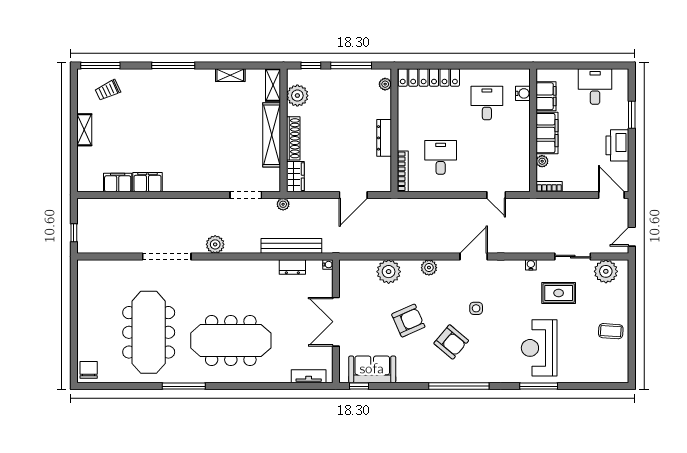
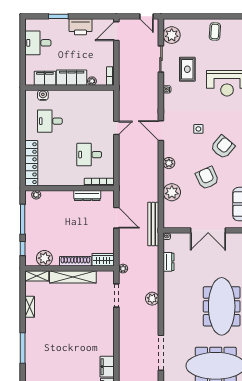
dresser: (384, 138) -> (87, 195), moved
door: (496, 195) -> (116, 128), moved
plant: (215, 244) -> (152, 299), moved
bench: (291, 246) -> (153, 224), moved

